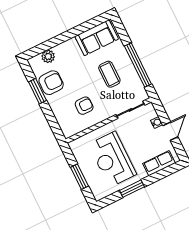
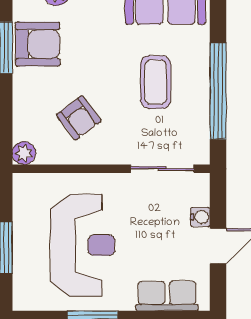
armchair: (84, 106) -> (79, 118), turned 53
plant: (68, 132) -> (24, 153), added
reception desk: (112, 159) -> (83, 245), turned 180

